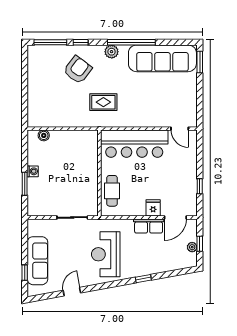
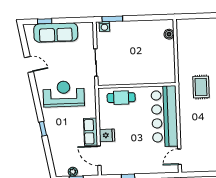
washing machine: (33, 171) -> (104, 26), moved
window: (25, 184) -> (112, 19), moved

